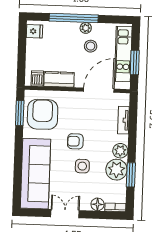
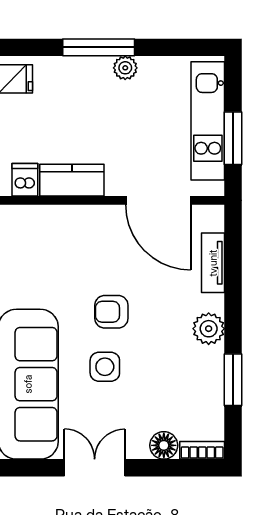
window: (74, 18) -> (99, 47), width x0.68
stool: (91, 46) -> (137, 106), removed
door: (99, 90) -> (158, 200), swing flipped
armchair: (43, 114) -> (39, 256), removed
side table: (82, 166) -> (105, 367), moved
plant: (116, 170) -> (202, 369), removed

